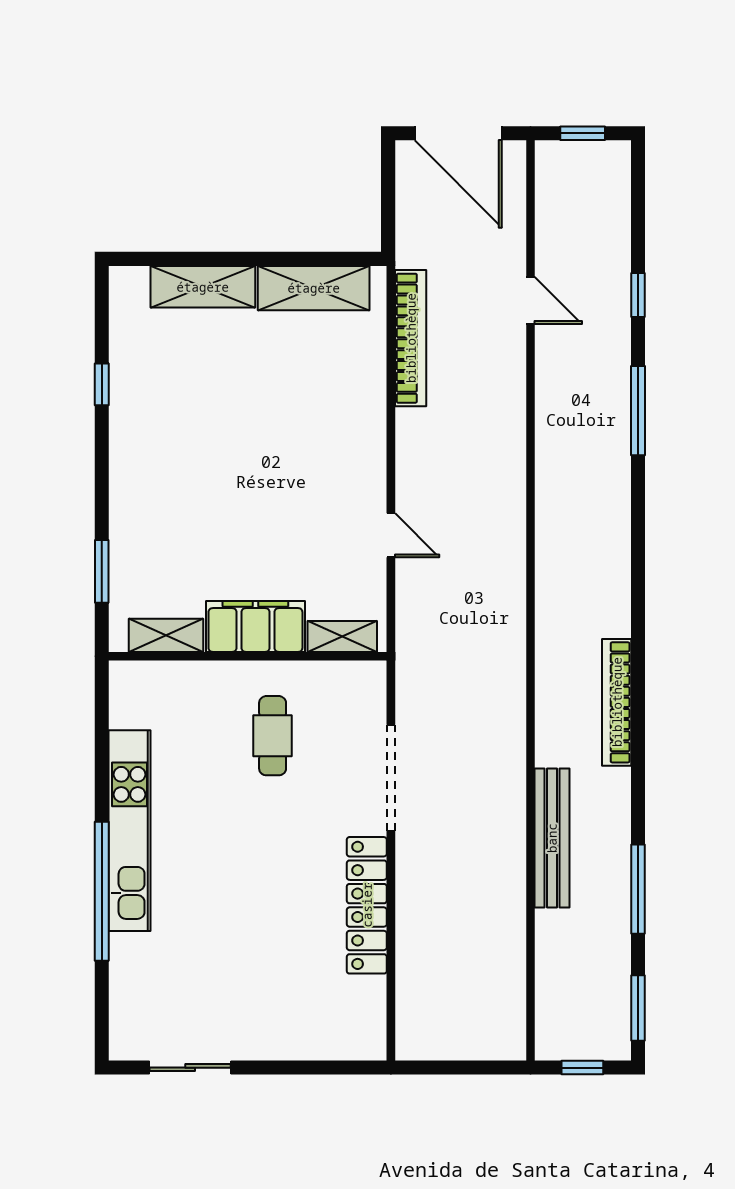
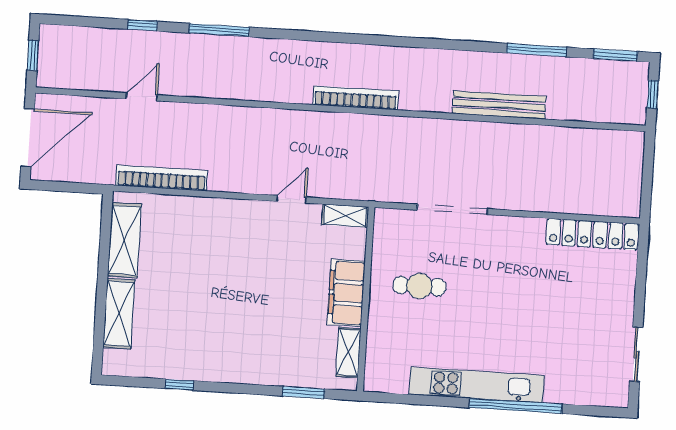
shelving: (342, 636) -> (345, 216), moved, turned 90
bookcase: (617, 702) -> (356, 98), moved, turned 180
locker: (367, 905) -> (592, 234), moved

